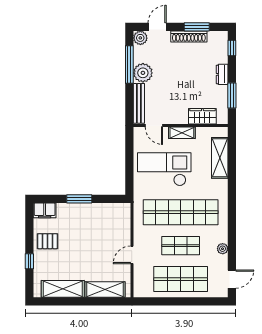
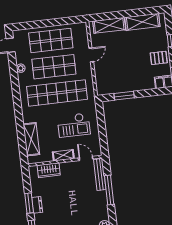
window: (129, 64) -> (109, 190), moved
plant: (143, 73) -> (99, 199), removed
window: (232, 96) -> (29, 203), moved
checkout: (164, 169) -> (74, 125), width x0.73, depth x0.83
window: (79, 199) -> (124, 96), moved
shop shelf: (181, 246) -> (54, 67), width x1.43, depth x1.36

